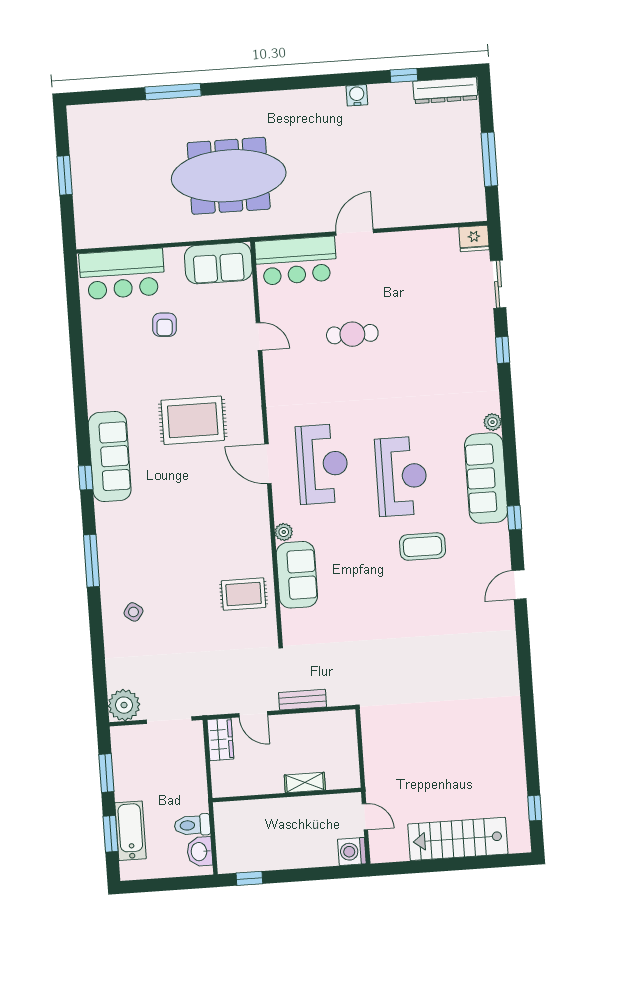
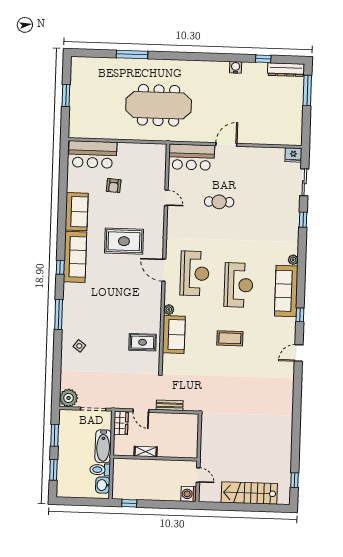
window: (489, 159) -> (307, 91), moved
sofa: (218, 263) -> (77, 212), moved, turned -90
coffee table: (423, 546) -> (230, 338), moved
shelving: (305, 782) -> (146, 452), moved
bathtub: (131, 831) -> (103, 446), moved, turned 180

